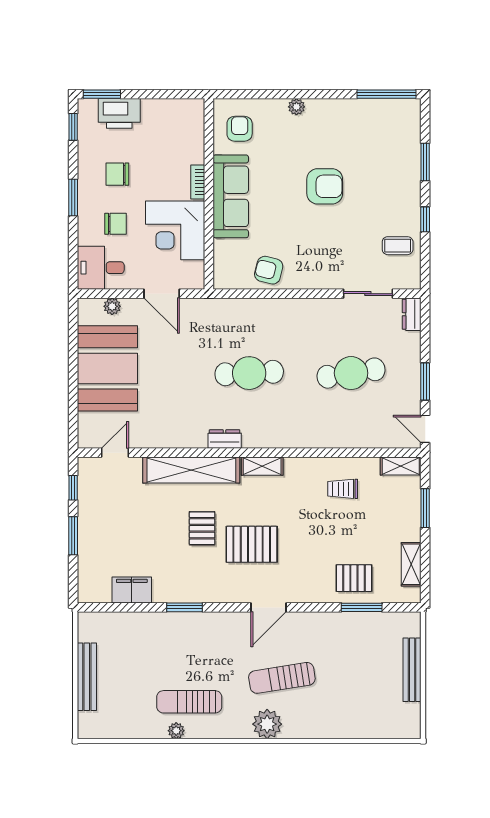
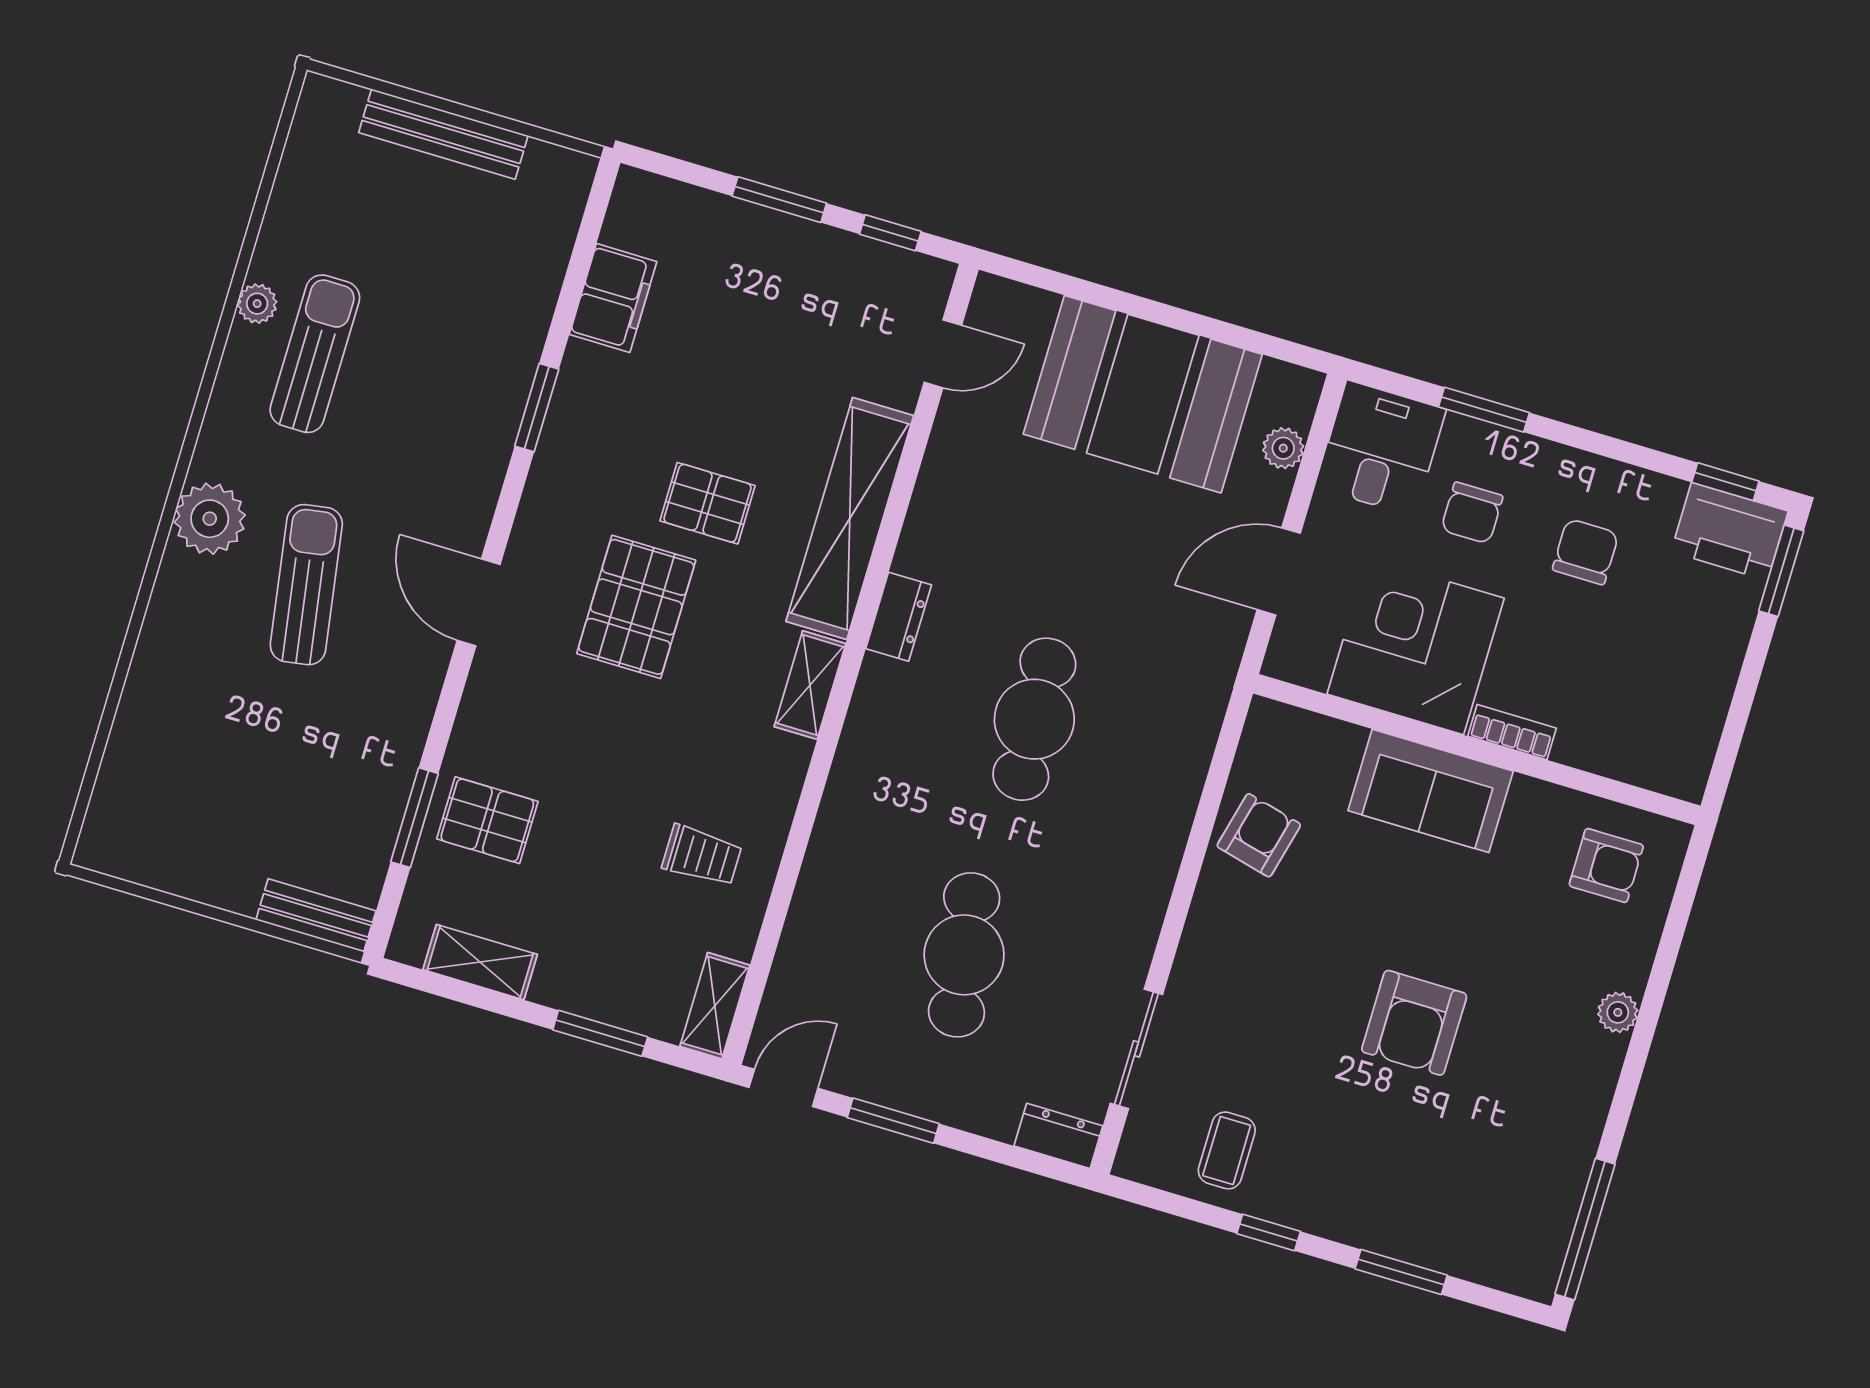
printer: (119, 113) -> (1730, 531), moved, turned -90
sofa: (231, 196) -> (1431, 791), width x0.73
window: (73, 197) -> (1484, 410), moved
door: (115, 453) -> (943, 354), hinge flipped
trolley: (343, 489) -> (702, 856), turned 90
pallet: (354, 578) -> (487, 820), turned 90
bench: (412, 670) -> (316, 915), moved, width x0.73

